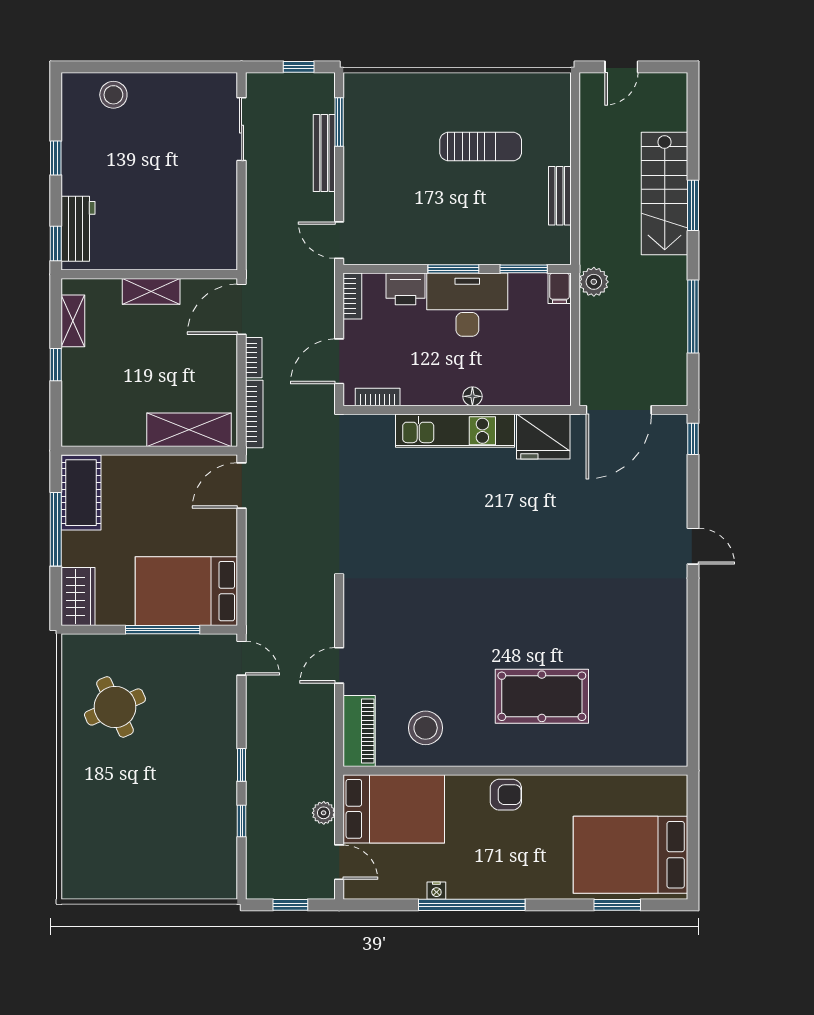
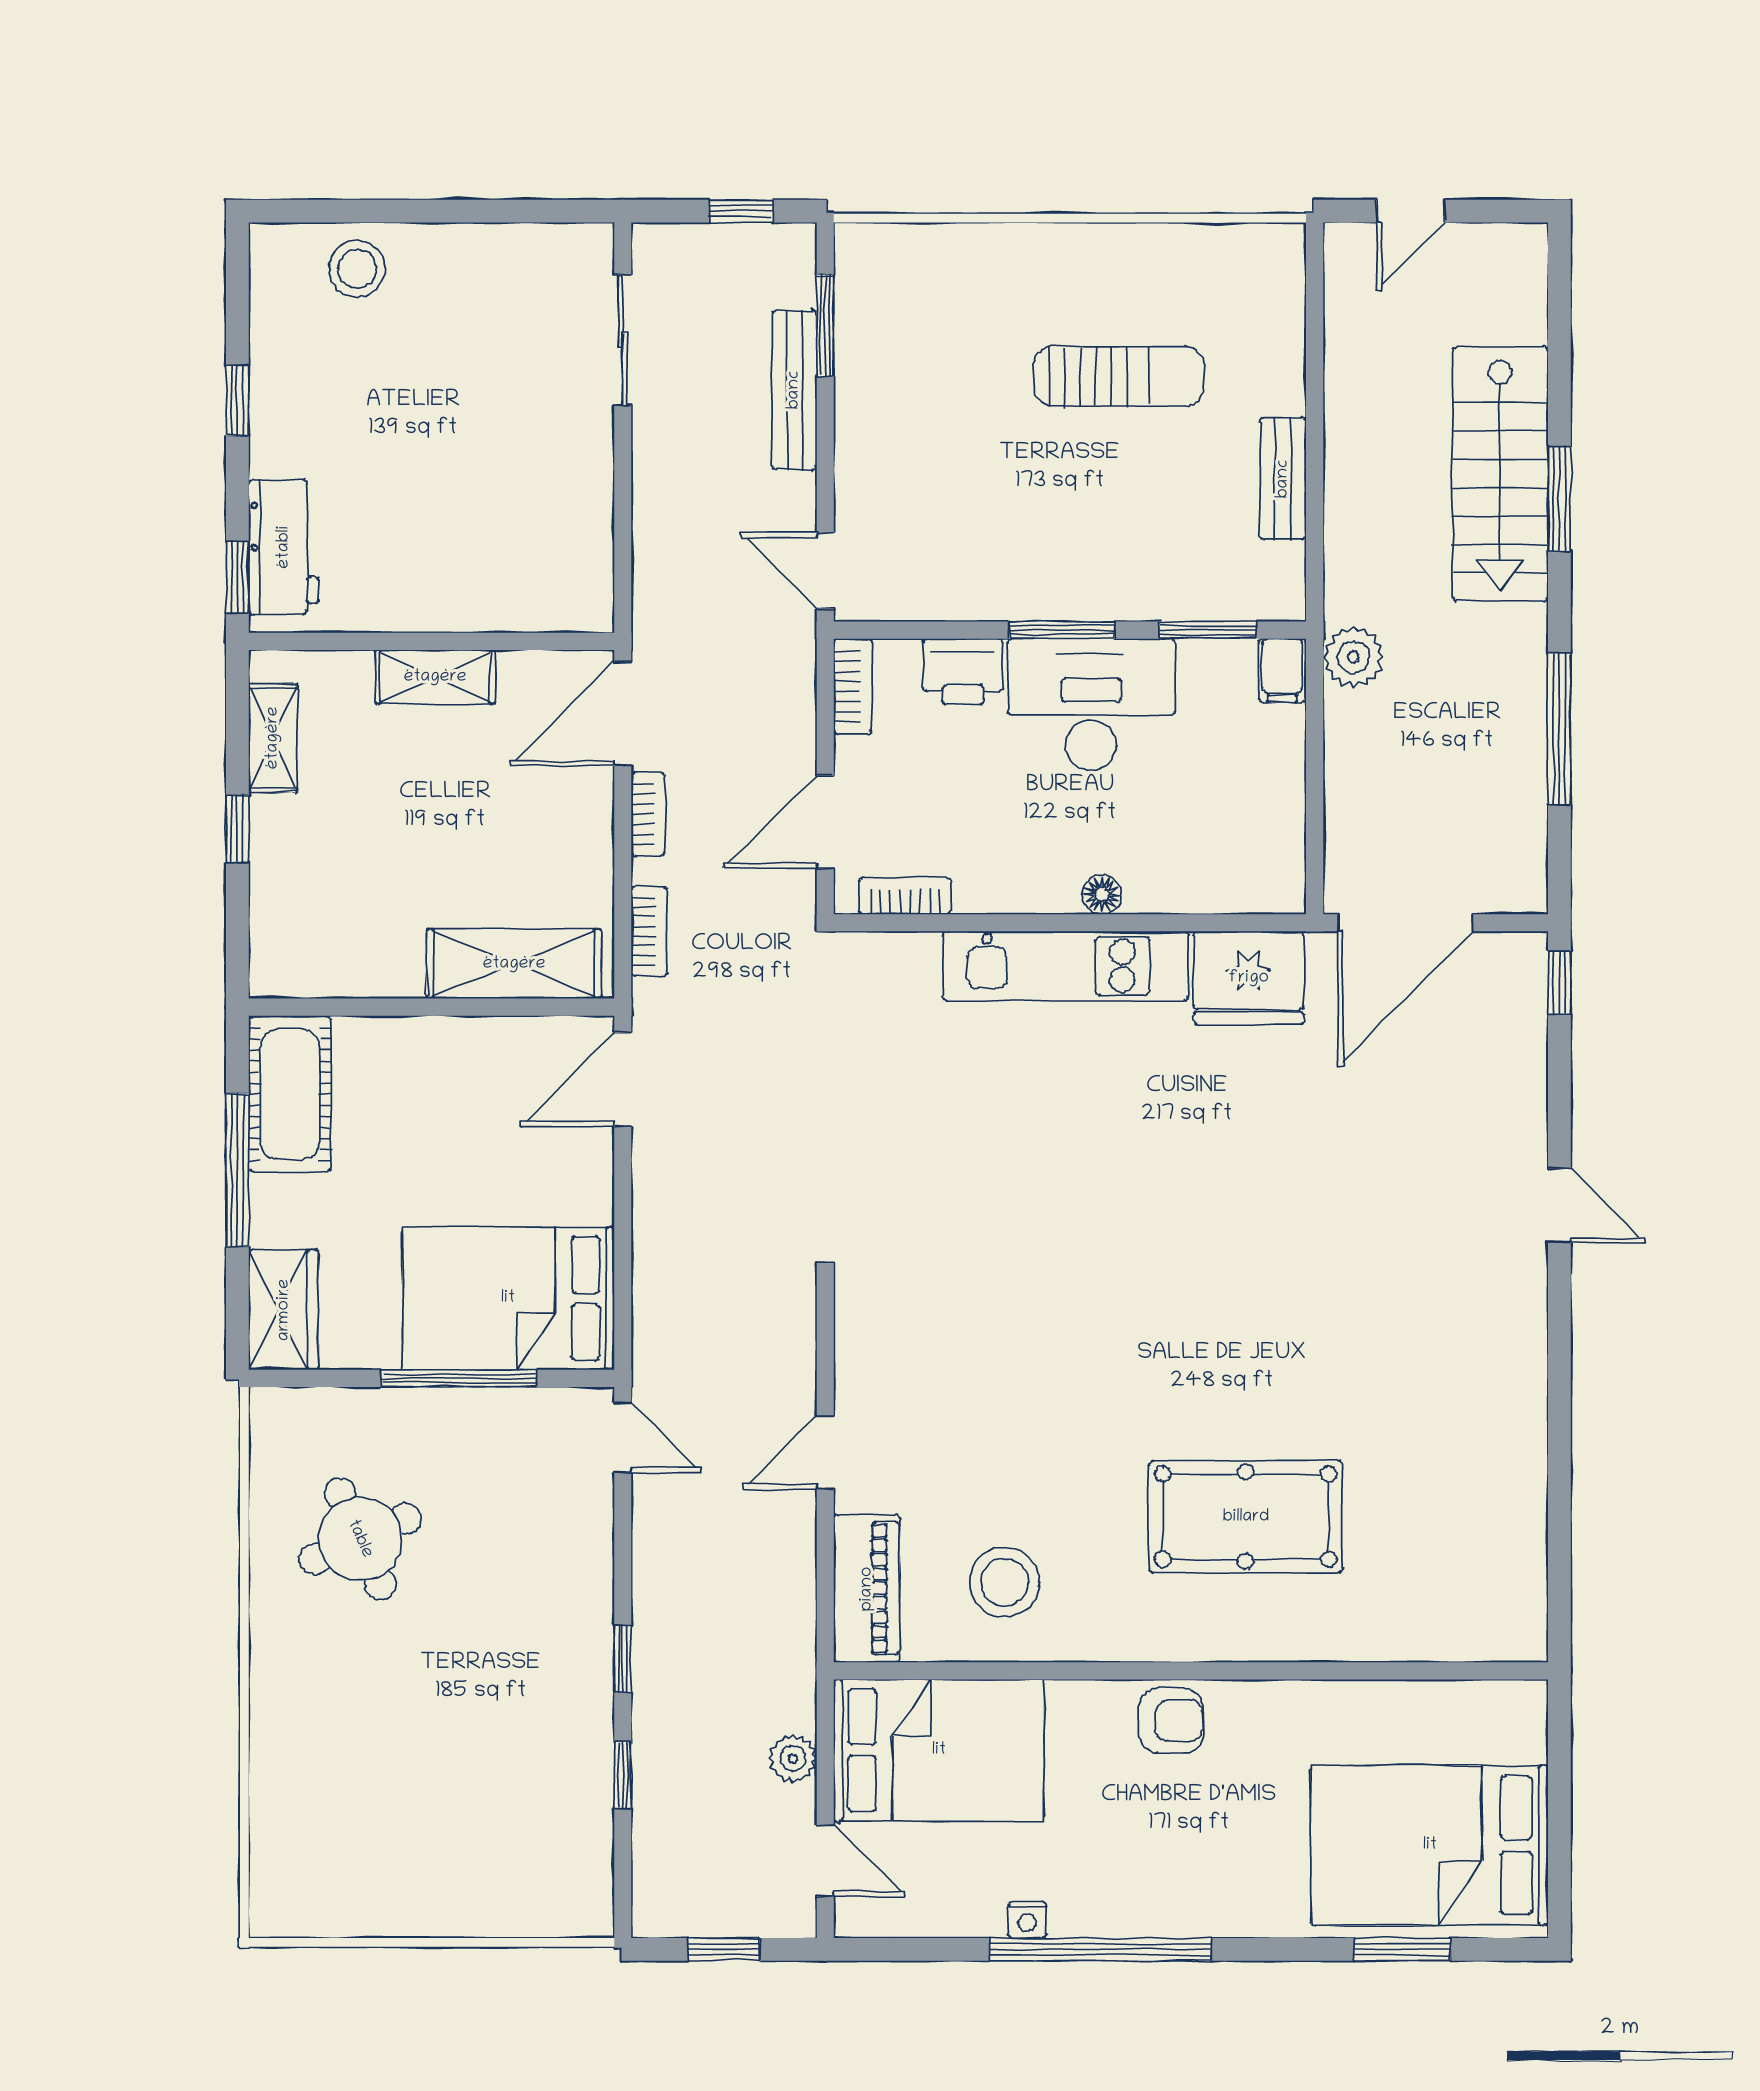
bookcase: (254, 414) -> (649, 931), width x0.64

